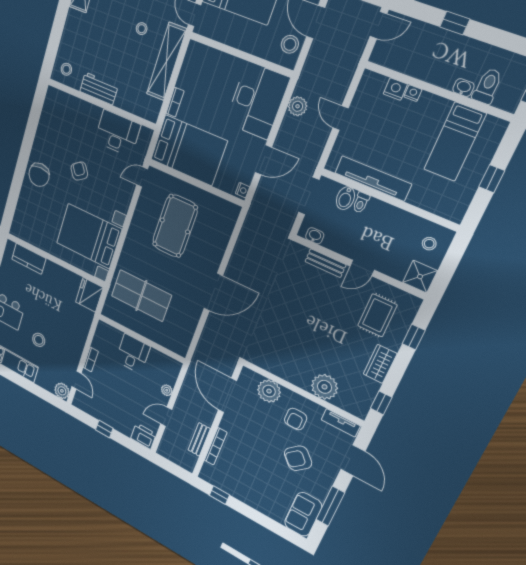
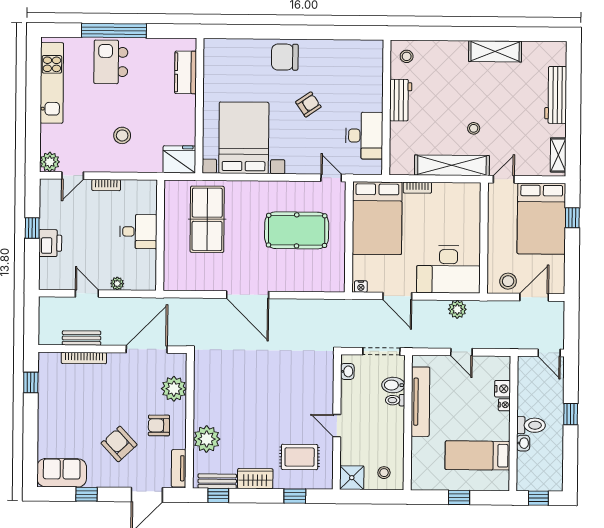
toilet: (487, 86) -> (531, 425), moved
door: (341, 118) -> (461, 352), swing flipped
bench: (325, 263) -> (217, 481), moved, turned 90
stool: (39, 340) -> (122, 135), moved
printer: (143, 436) -> (50, 243), moved
window: (330, 506) -> (87, 494), width x0.46

